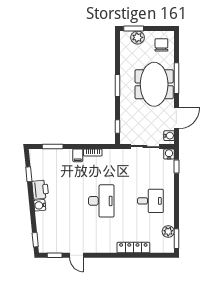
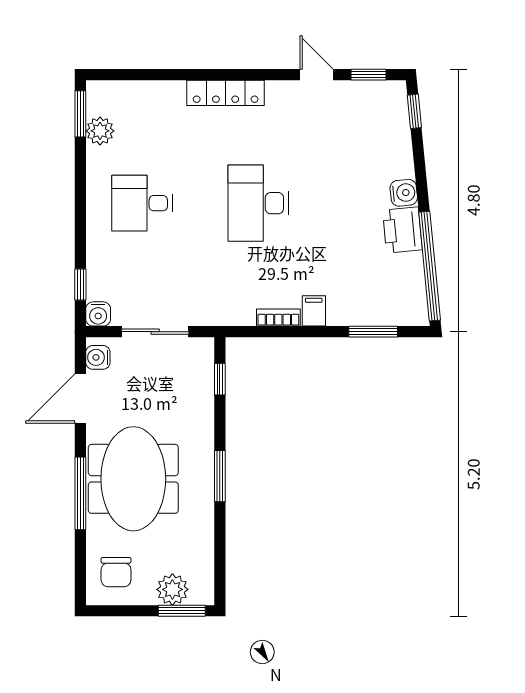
window: (29, 174) -> (430, 266), width x3.17
locker: (133, 248) -> (226, 93), moved

